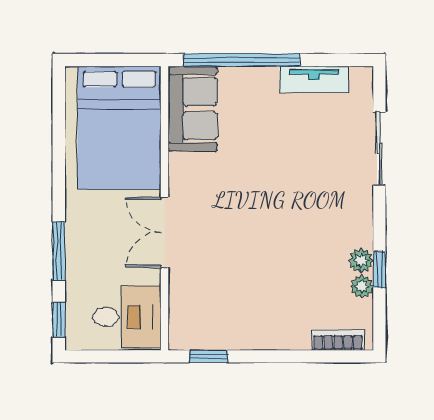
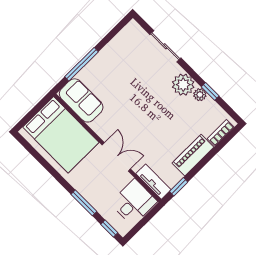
window: (242, 60) -> (81, 64), width x0.68
tv unit: (314, 79) -> (153, 182), moved, turned -90
double door: (164, 232) -> (116, 157), swing flipped
plant: (362, 286) -> (183, 85), moved, width x1.88, depth x1.88
piano: (271, 333) -> (193, 155), added

